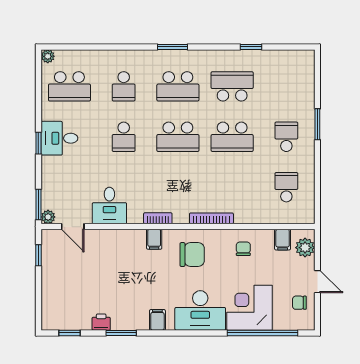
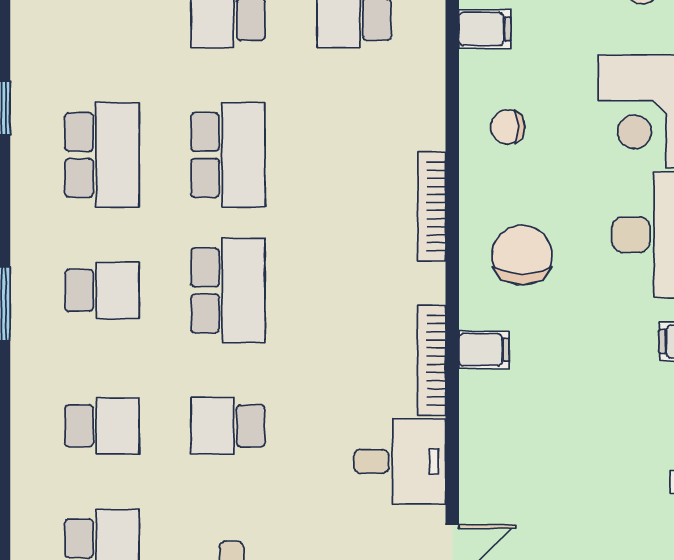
school desk: (178, 86) -> (102, 290), width x0.54
school desk: (232, 86) -> (102, 155), turned 180
school desk: (124, 137) -> (228, 426), turned 180
bookcase: (158, 218) -> (432, 360), width x1.56

